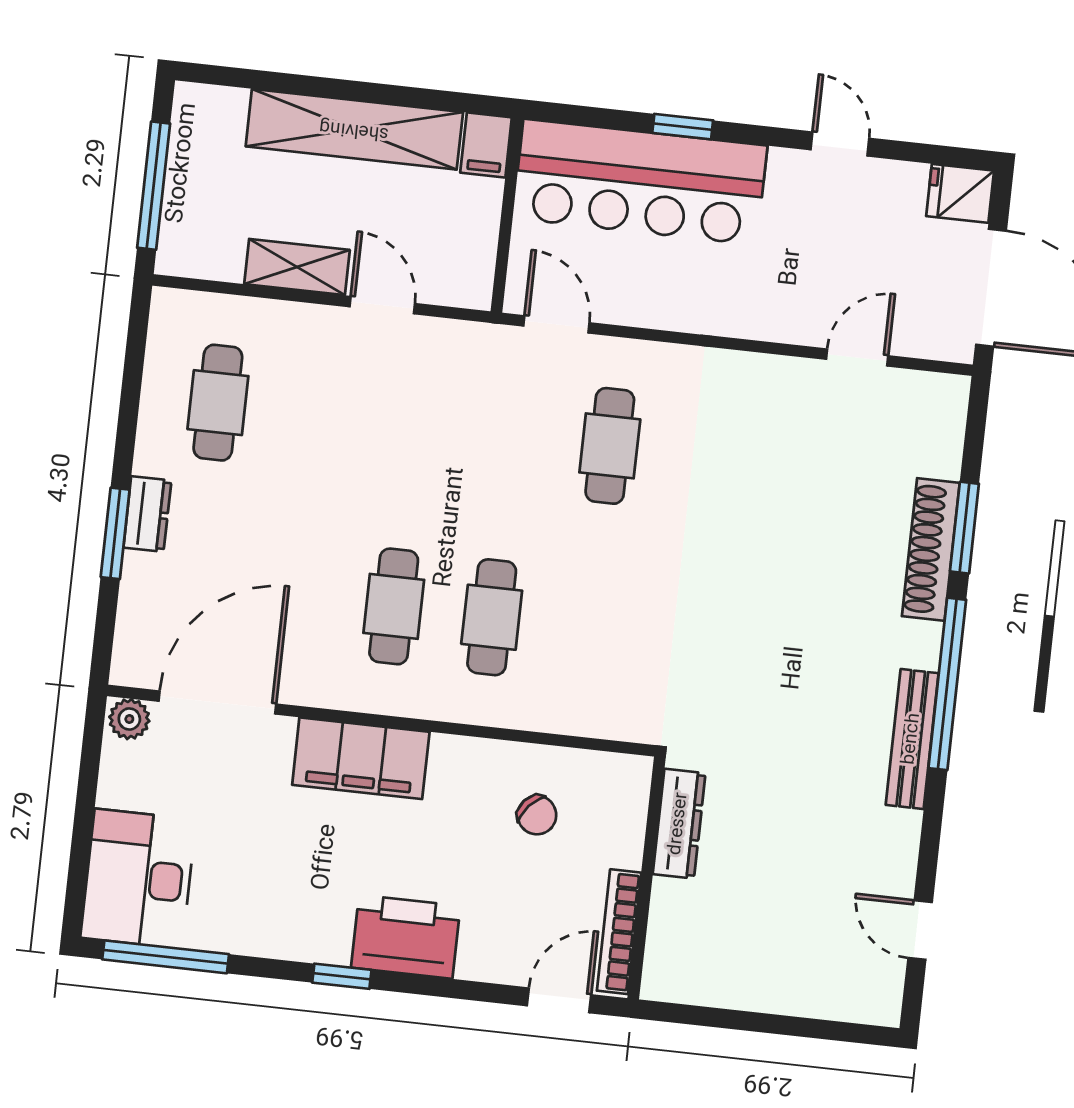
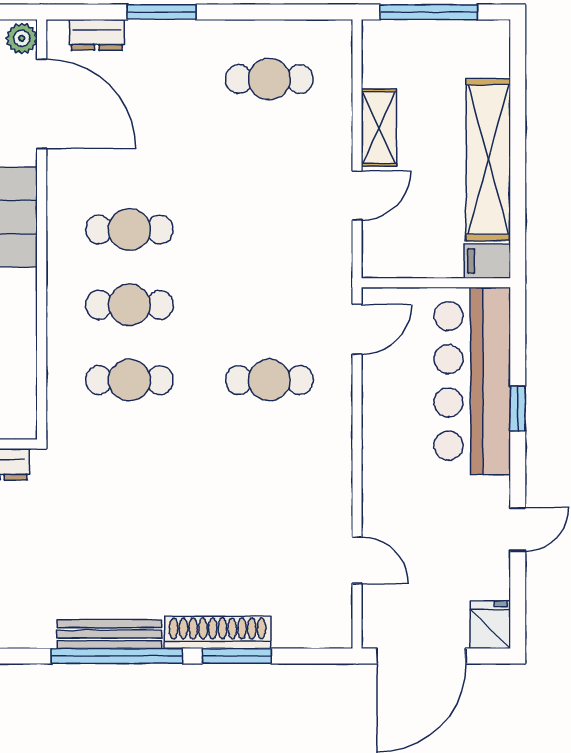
dresser: (147, 514) -> (97, 35), moved
cafe table: (590, 628) -> (129, 380), added
bench: (912, 739) -> (109, 634), moved

